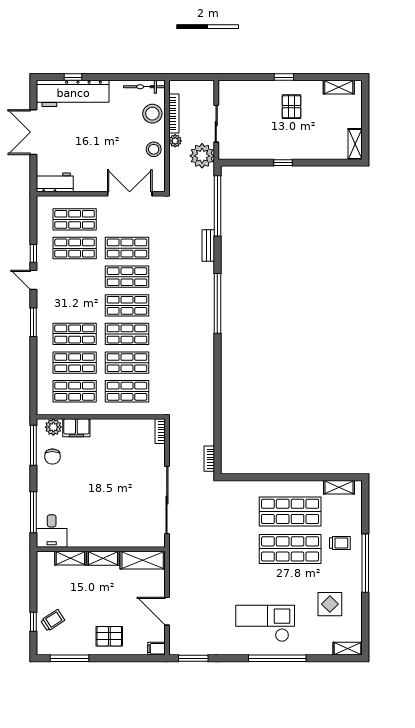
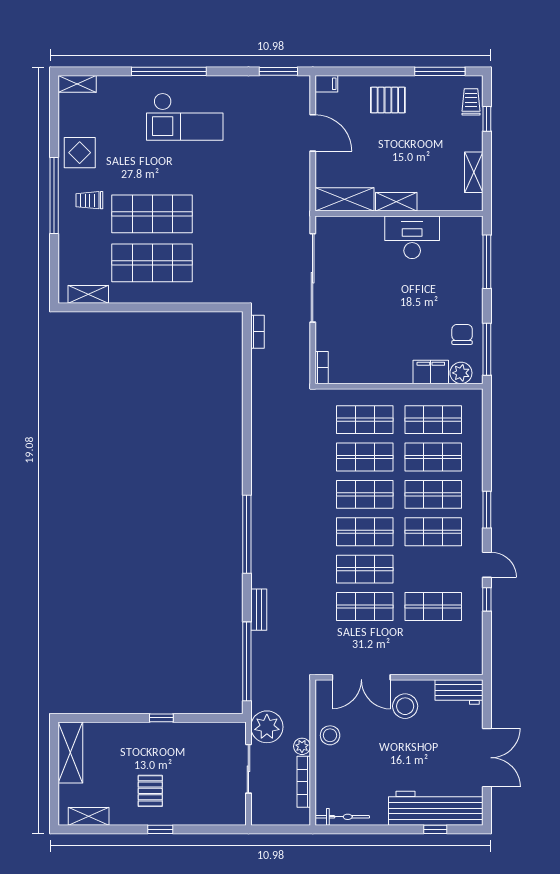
stool: (152, 114) -> (405, 706), moved
shelving: (355, 144) -> (70, 752), width x1.50, depth x1.33
shop shelf: (75, 219) -> (433, 532), moved
desk: (52, 531) -> (412, 237), moved, width x1.37
trolley: (340, 543) -> (89, 200), moved
shelving: (70, 558) -> (474, 172), moved, turned 90
display table: (330, 604) -> (80, 153), moved
trolley: (53, 620) -> (471, 102), moved, turned 123

